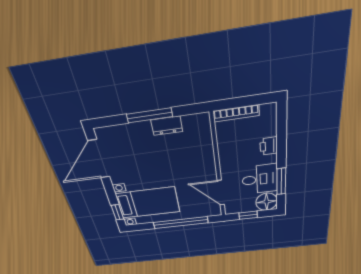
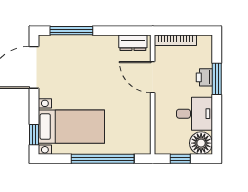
window: (149, 115) -> (71, 31), moved
dresser: (167, 126) -> (133, 43), moved
window: (281, 181) -> (217, 79), moved
door: (221, 193) -> (153, 77), moved

